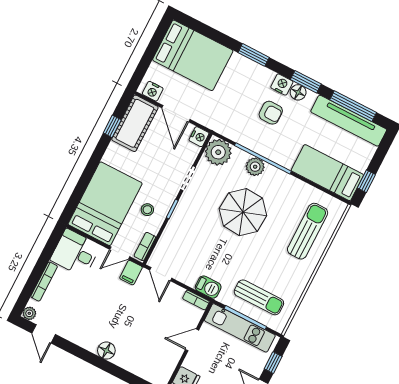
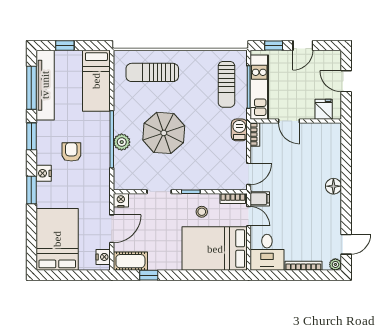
nightstand: (282, 85) -> (44, 173), moved
floor lamp: (298, 92) -> (43, 138), removed
cot: (135, 123) -> (130, 261), width x0.73, depth x0.75
plant: (218, 152) -> (125, 178), removed
window: (366, 181) -> (65, 45), moved
sun lounger: (259, 297) -> (226, 84), turned 180

